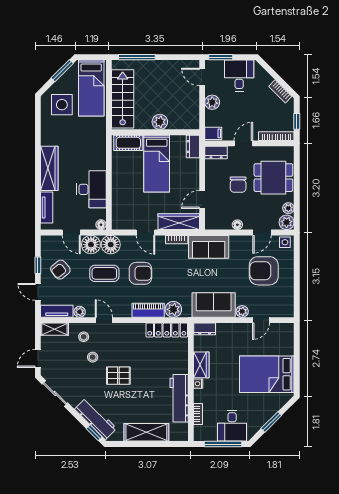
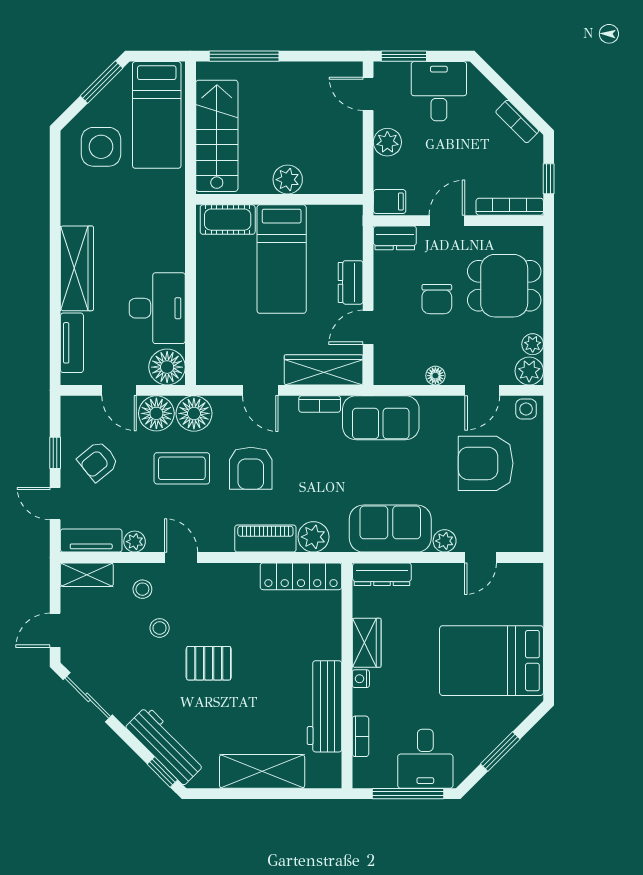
dresser: (193, 147) -> (351, 282), moved
floor lamp: (101, 225) -> (167, 367), width x1.89, depth x1.89
armchair: (140, 273) -> (251, 468), turned 90
dresser: (205, 329) -> (382, 574), width x1.44

